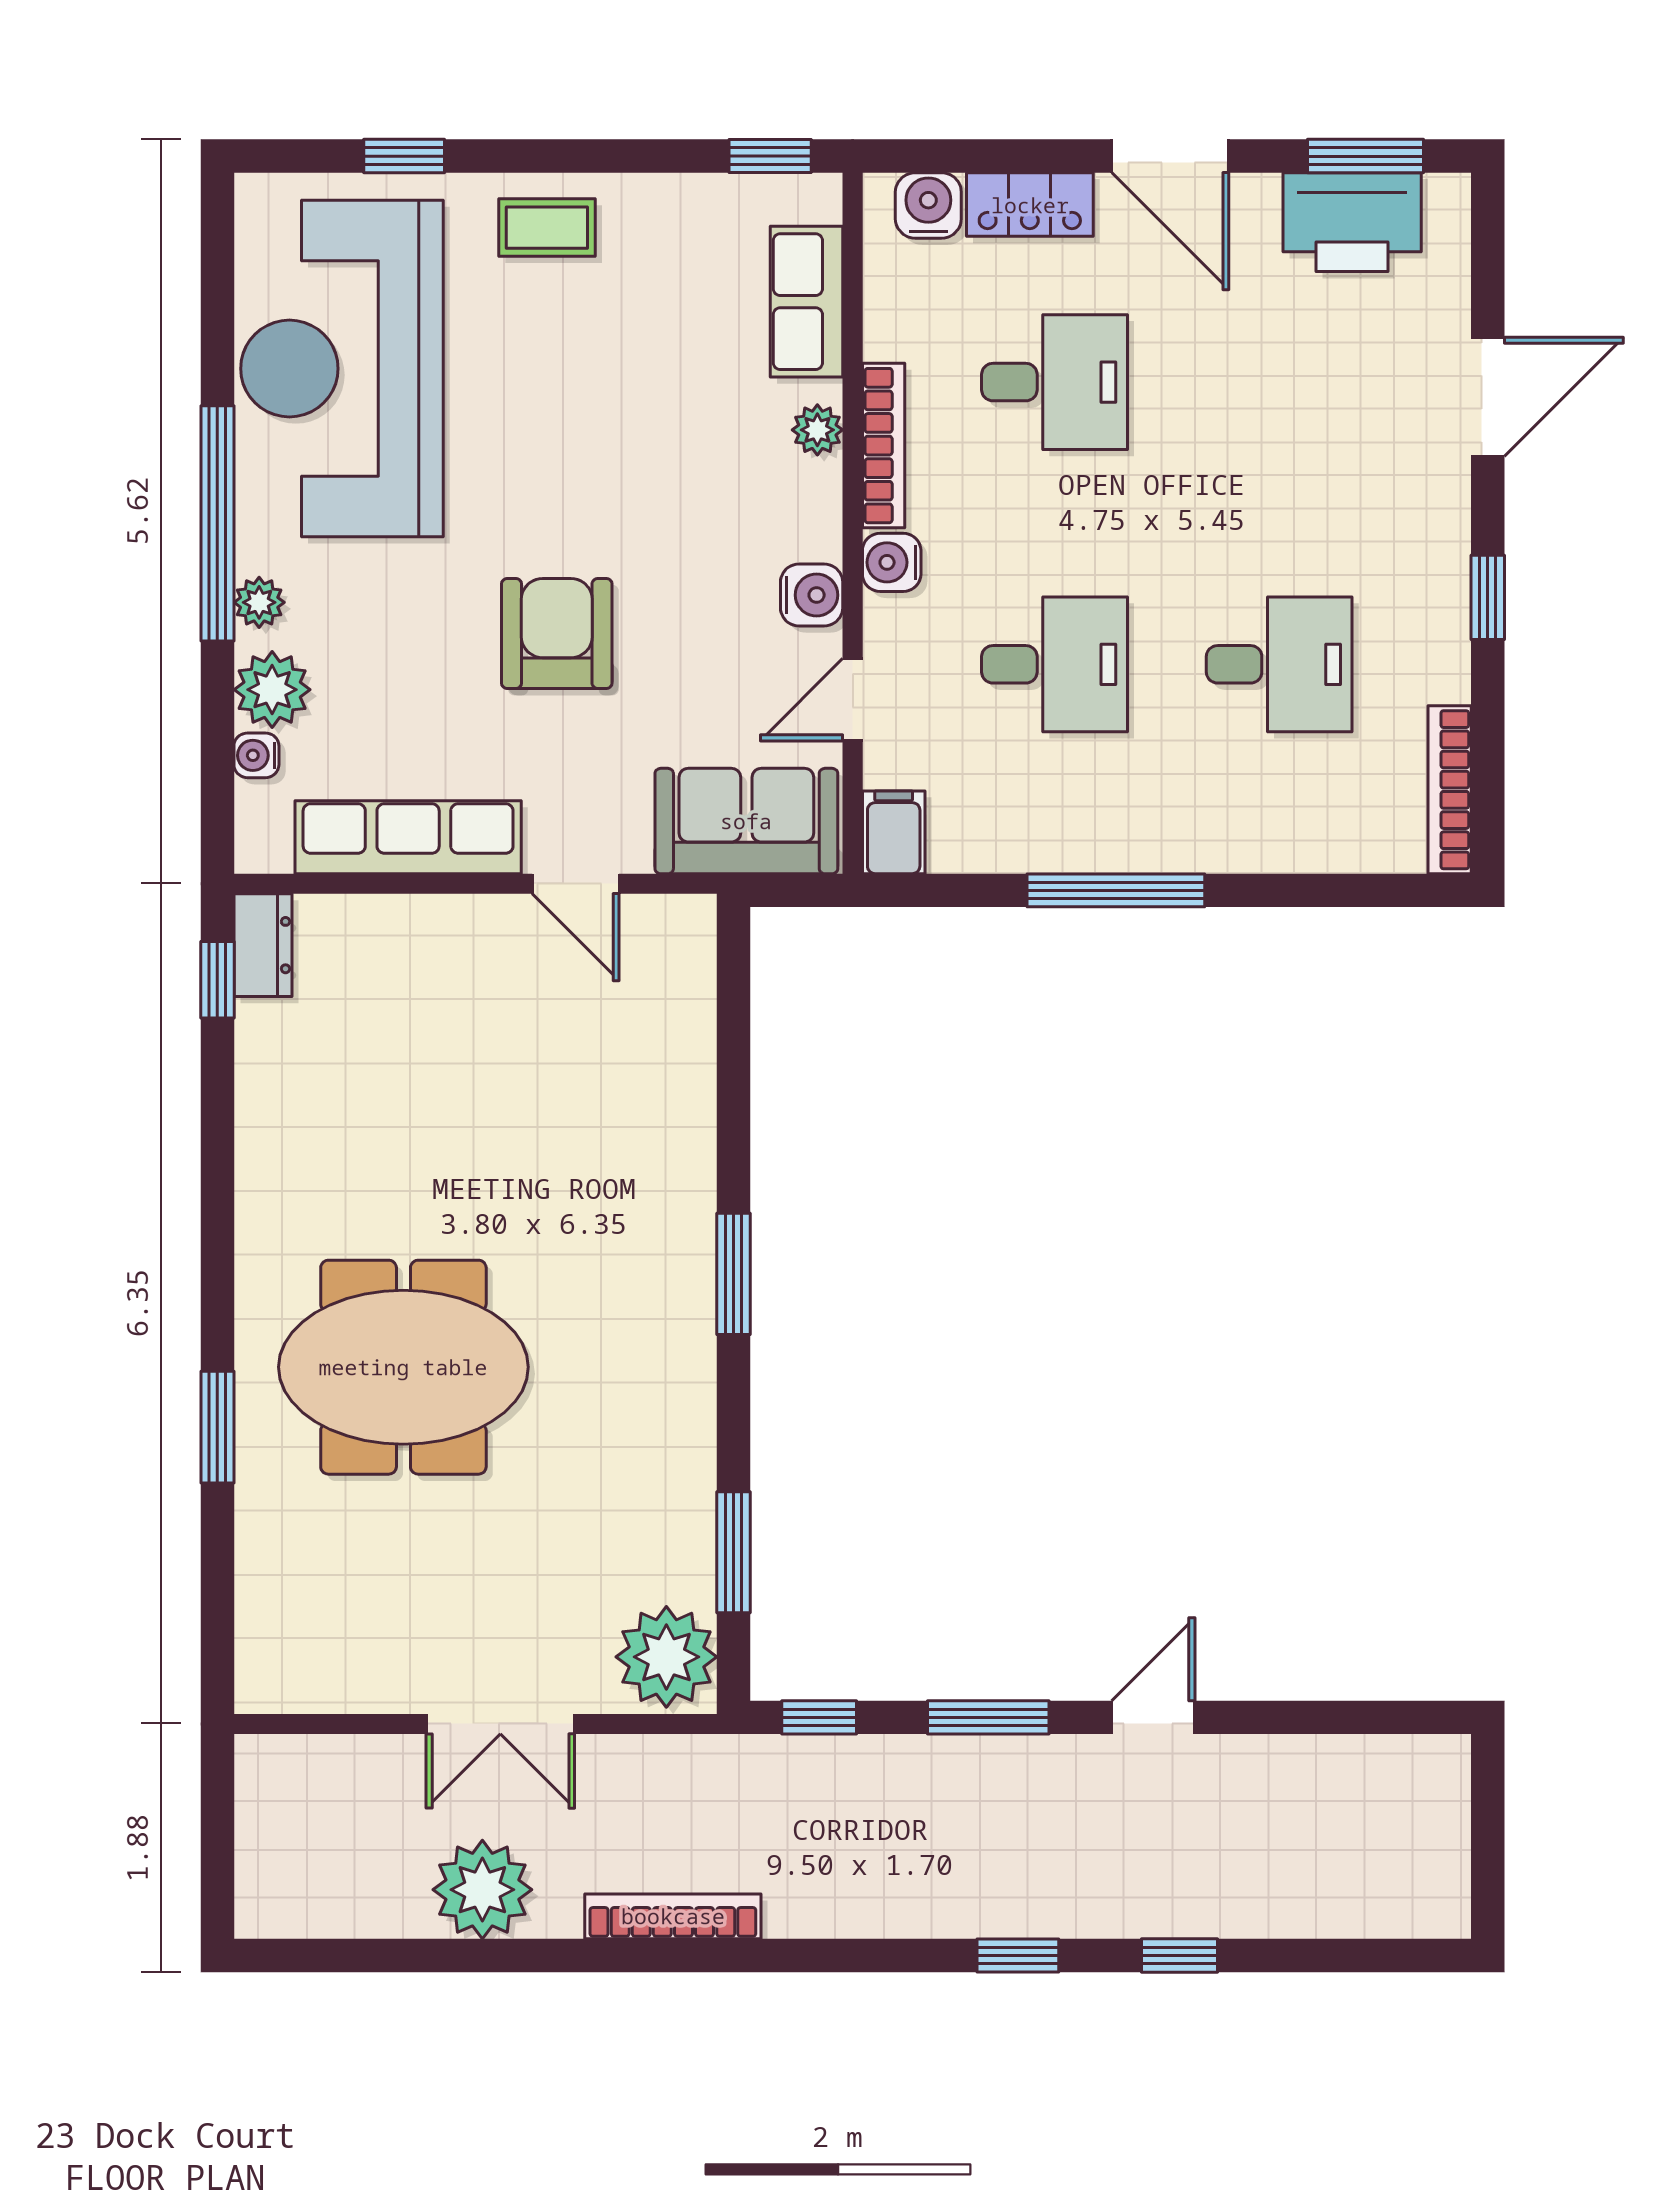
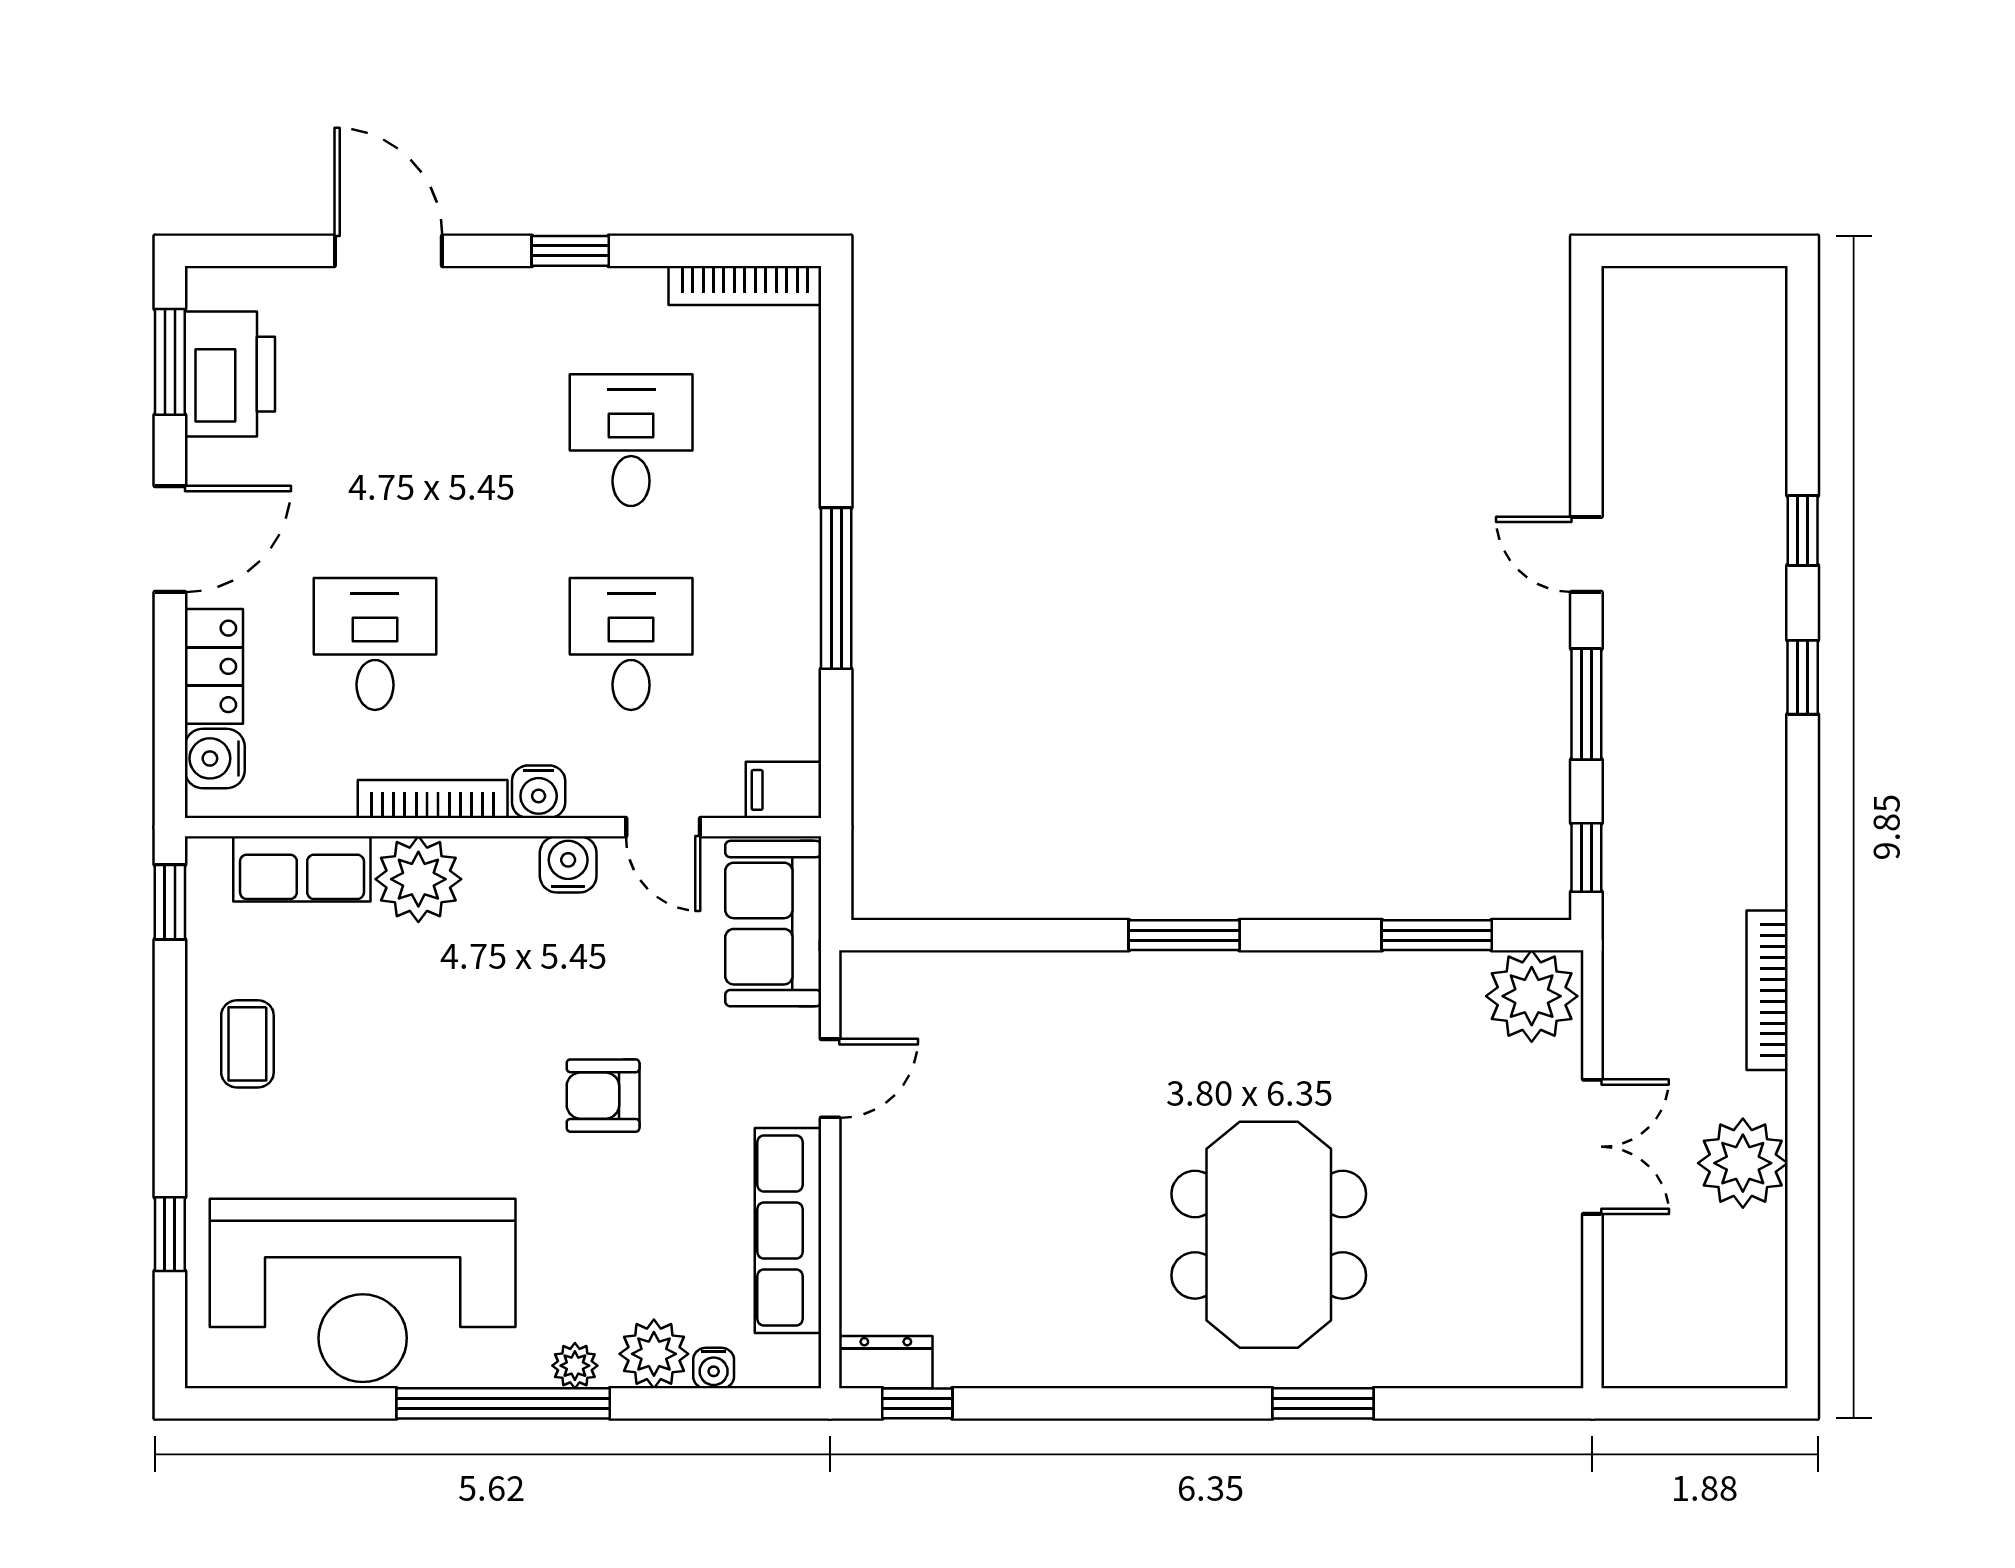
coffee table: (547, 228) -> (247, 1044), moved
plant: (817, 430) -> (418, 879), width x1.88, depth x1.88
armchair: (557, 634) -> (603, 1096), width x0.72, depth x0.72

